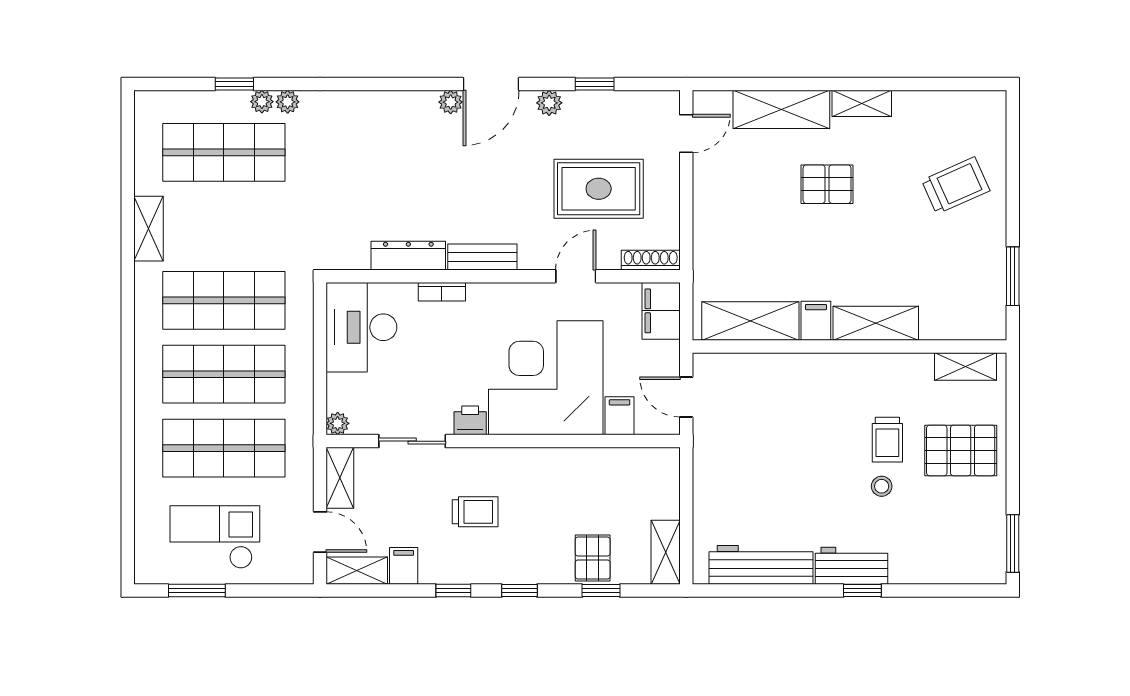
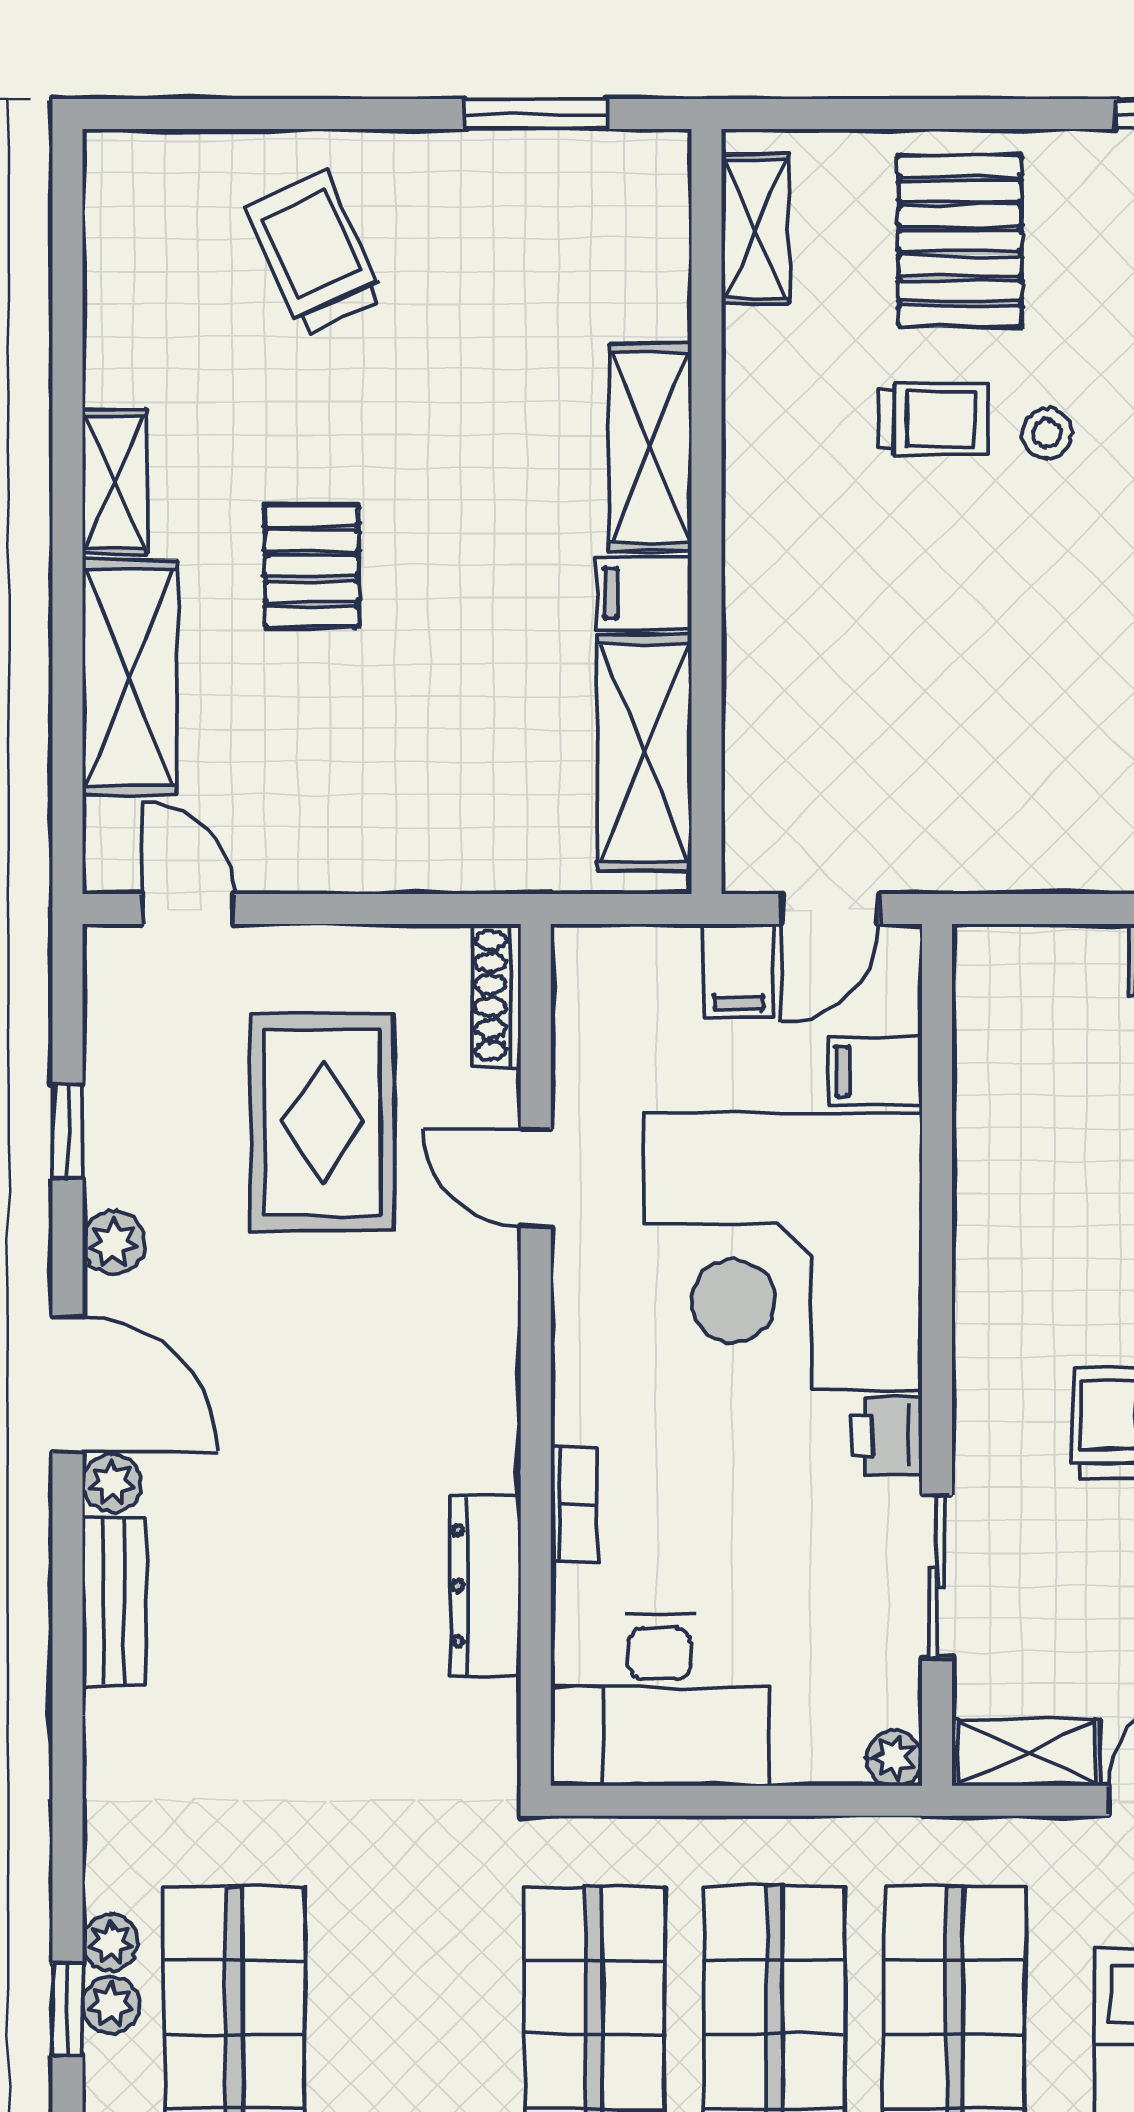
plant: (288, 102) -> (111, 2005), moved
bench: (482, 257) -> (114, 1602), moved
filing cabinet: (661, 311) -> (739, 970), moved, width x0.50

